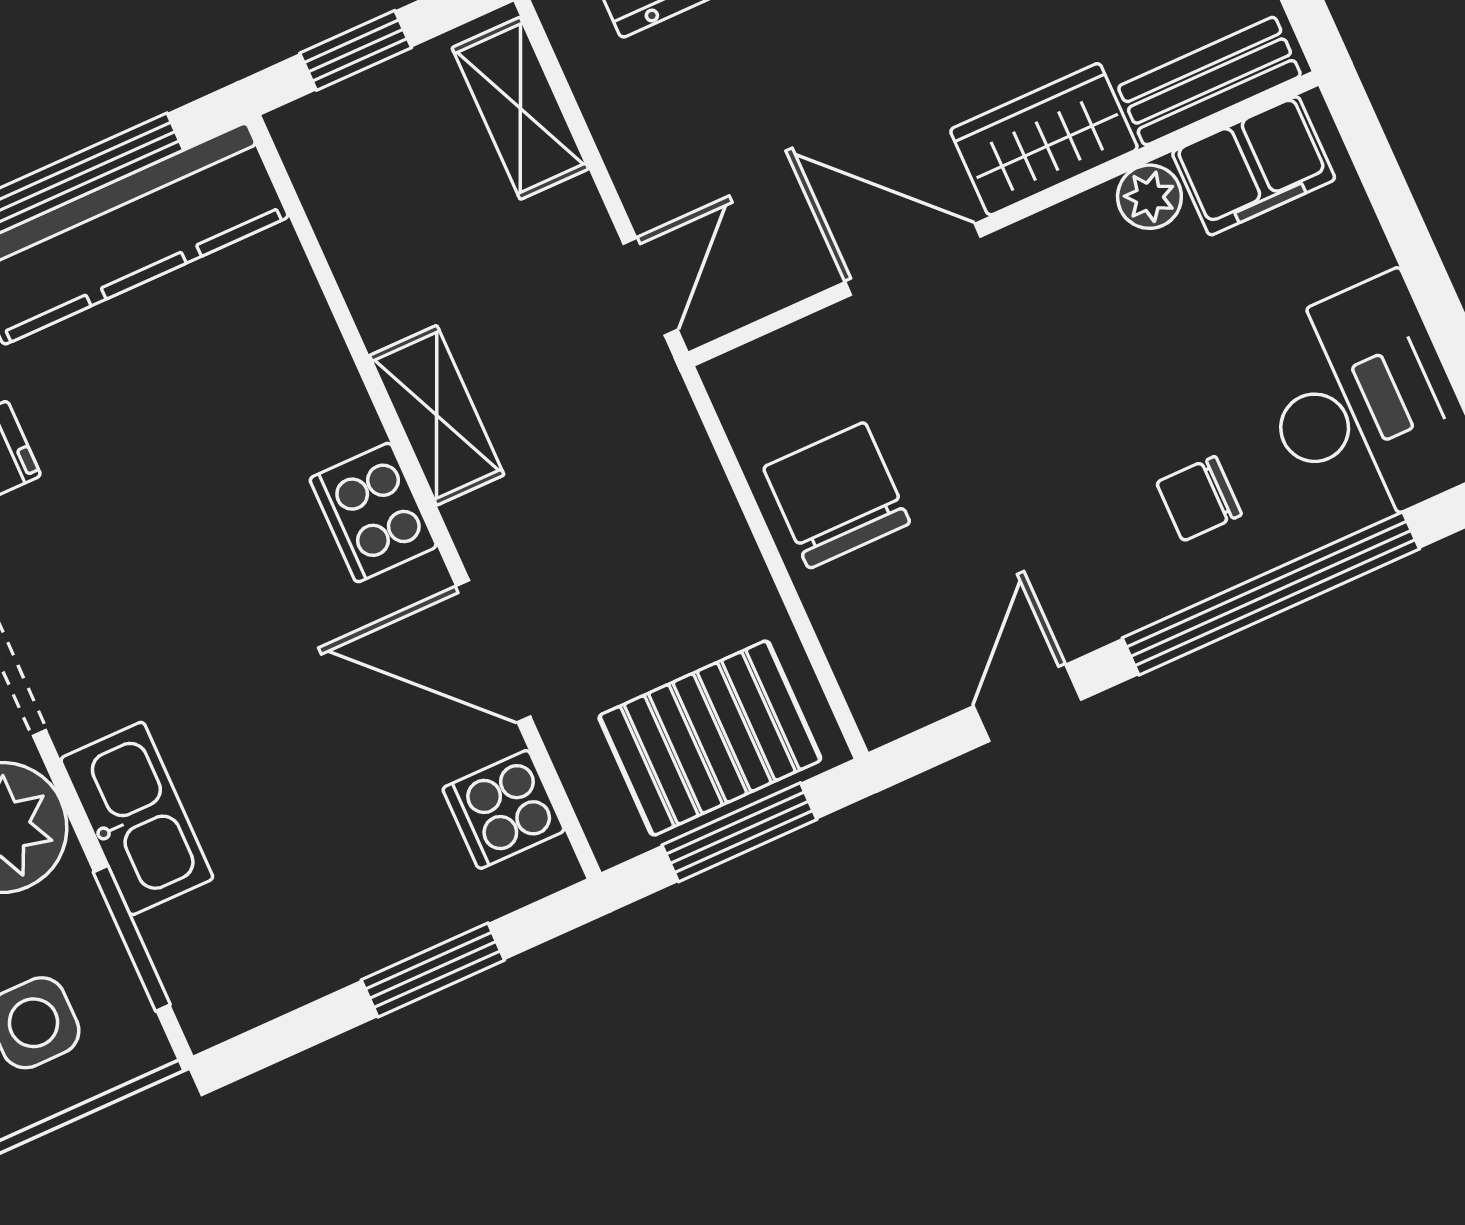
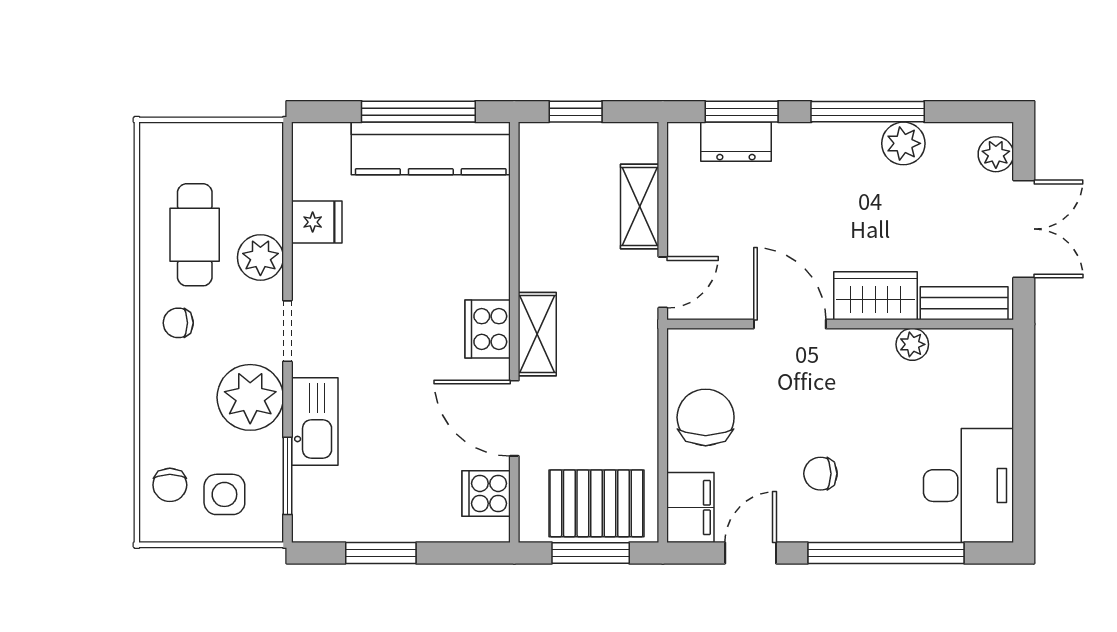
shelving: (520, 108) -> (640, 207), moved
filing cabinet: (1254, 166) -> (690, 508), moved, turned -90
shelving: (437, 415) -> (537, 334), moved
chair: (1199, 499) -> (820, 474), moved
window: (433, 970) -> (381, 553), moved

